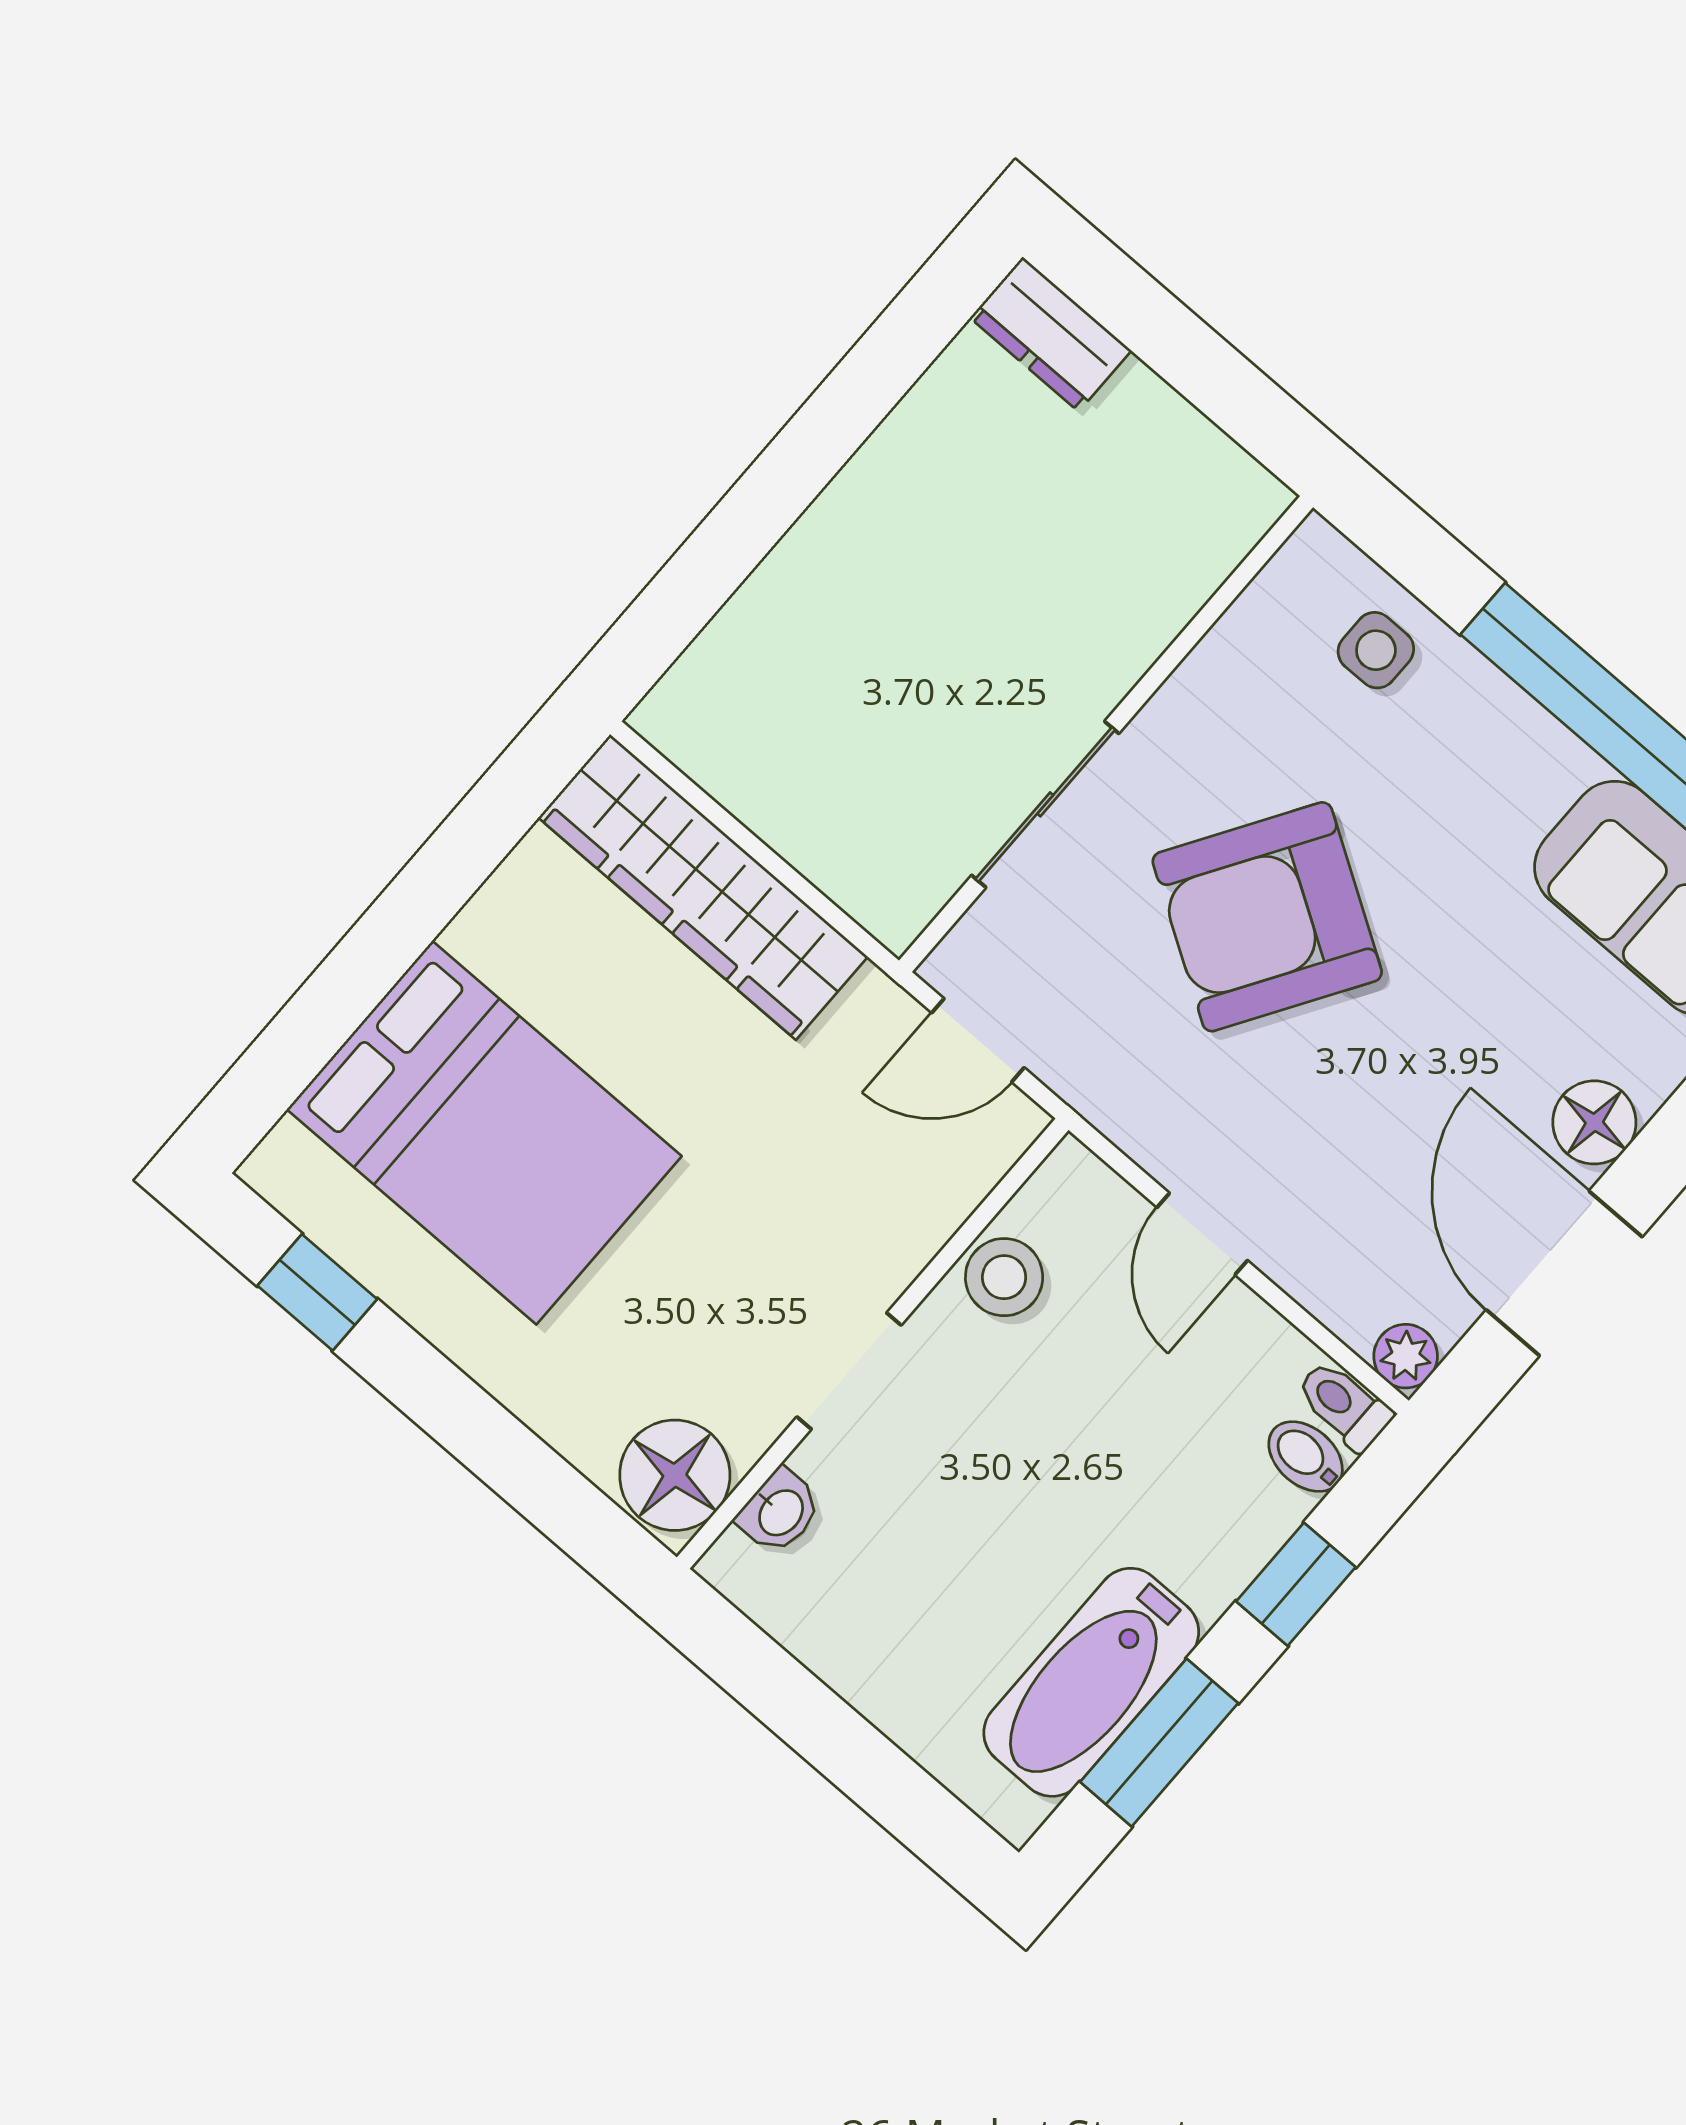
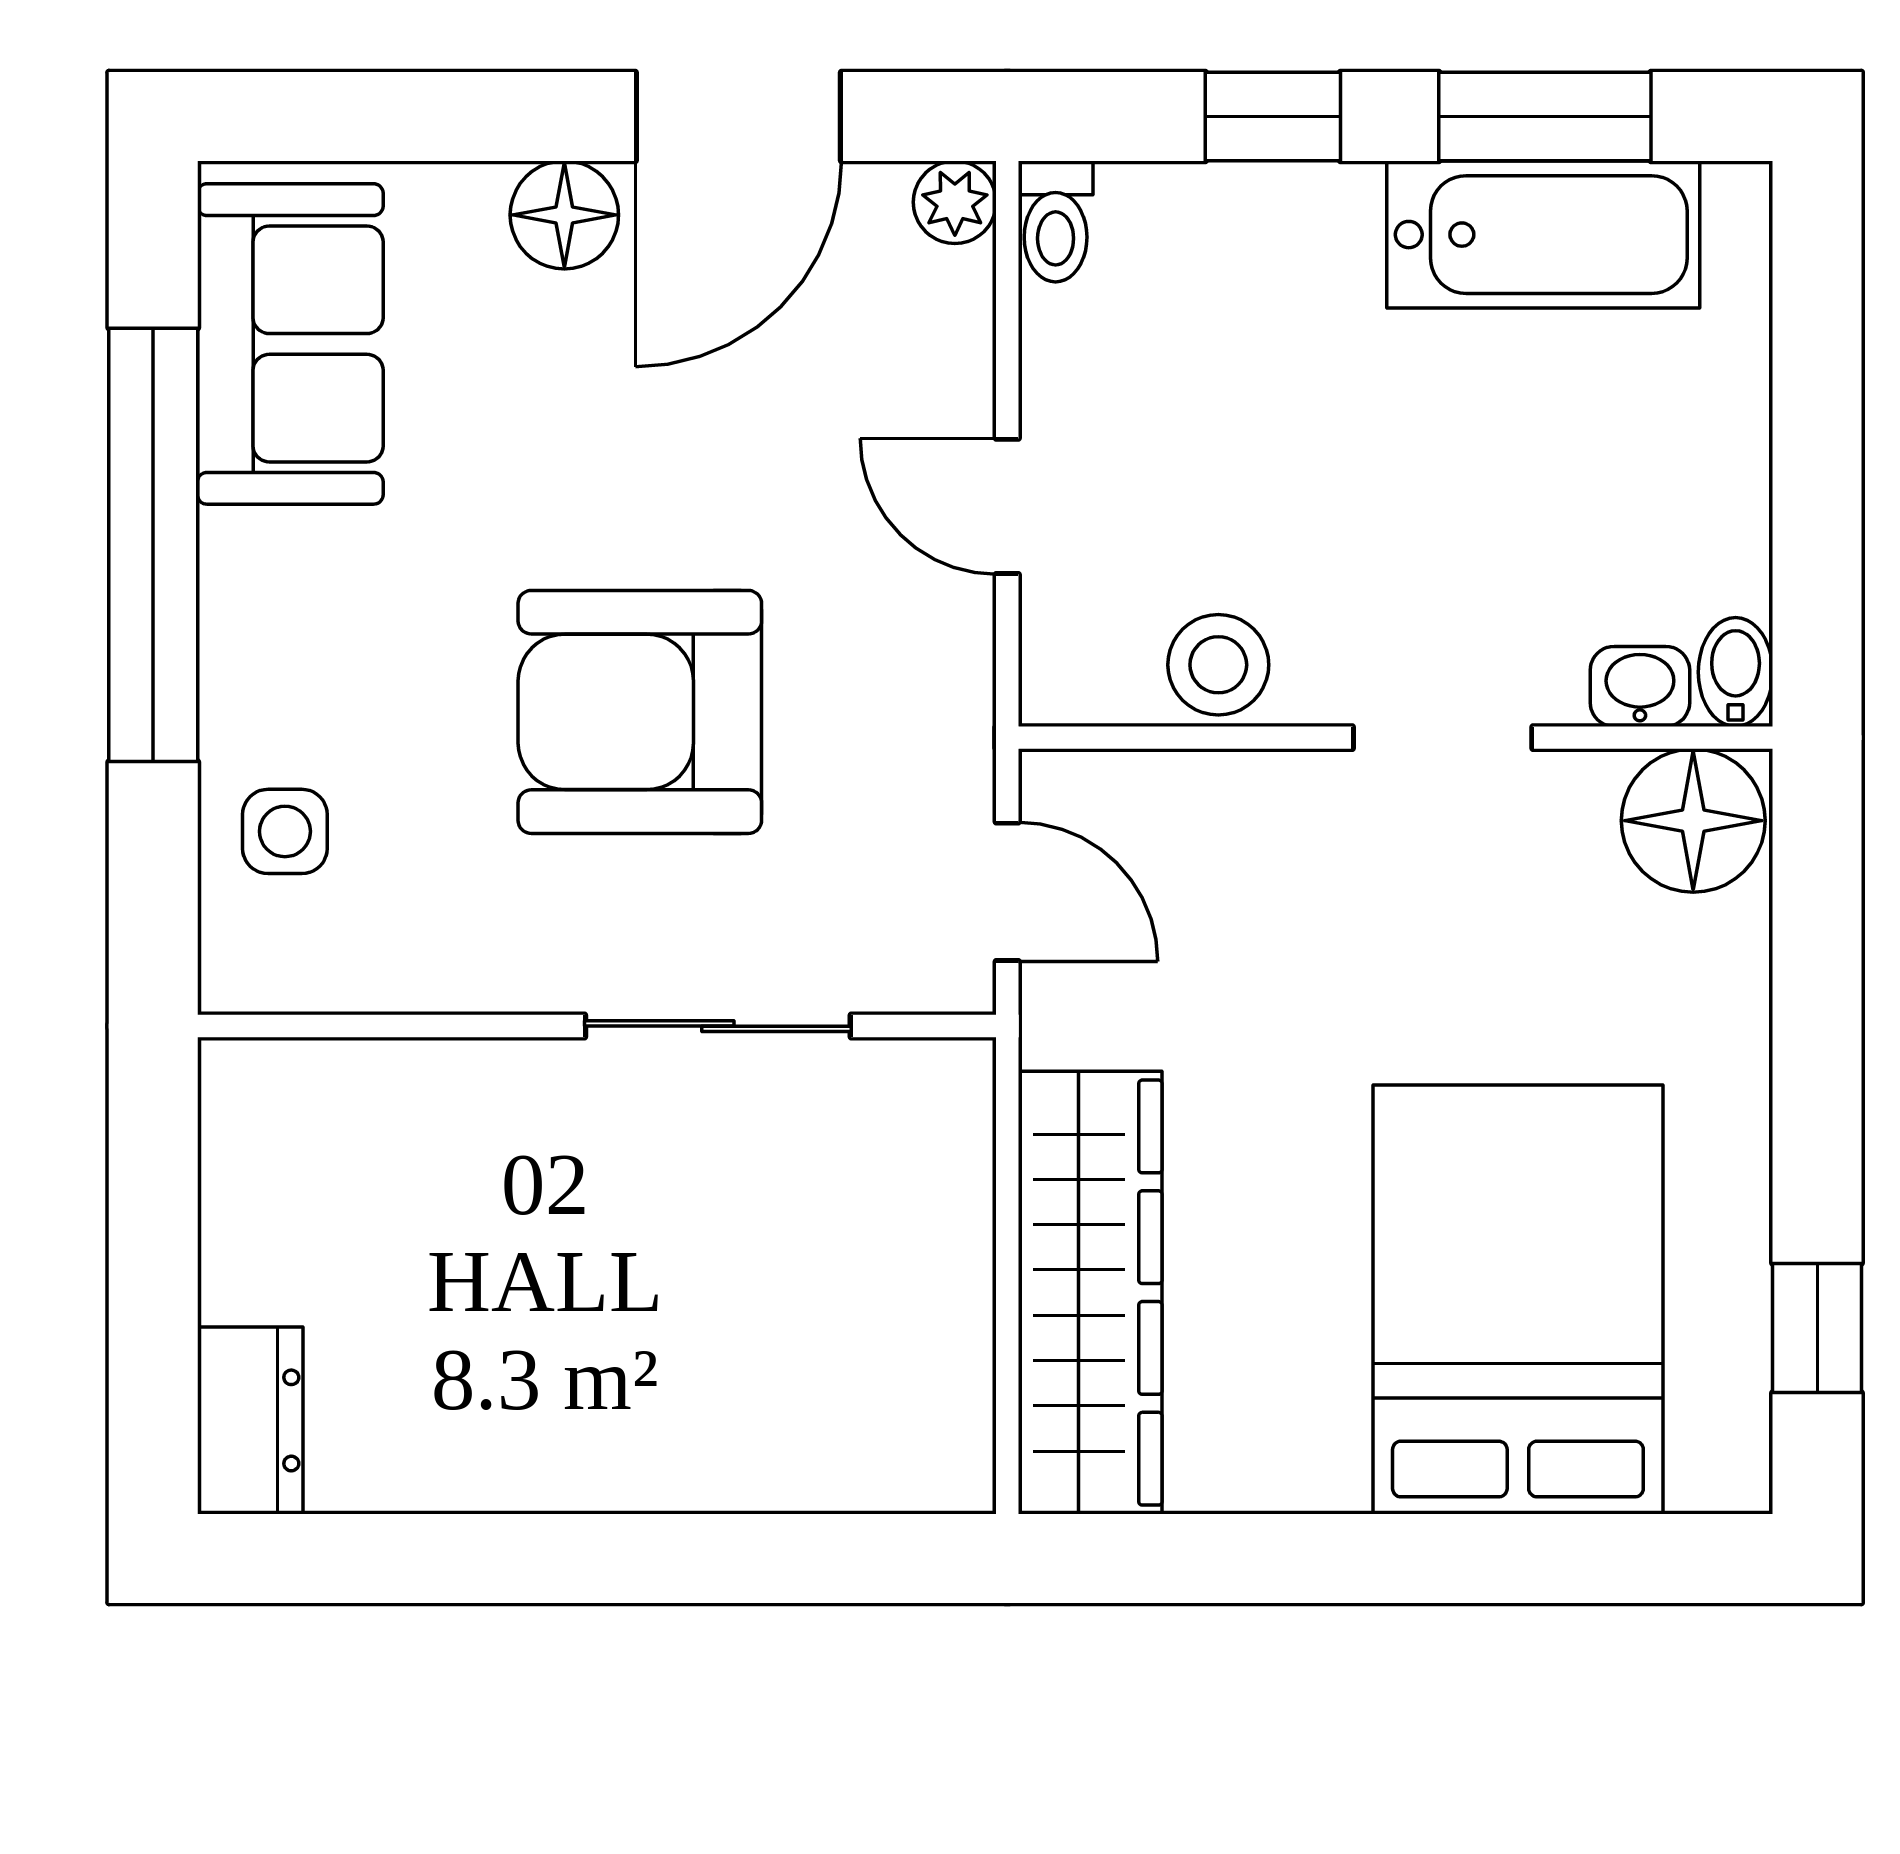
armchair: (1267, 917) -> (640, 712), turned 148
door: (1202, 1234) -> (1007, 506), swing flipped
bidet: (1306, 1457) -> (1736, 672), moved, turned 180

